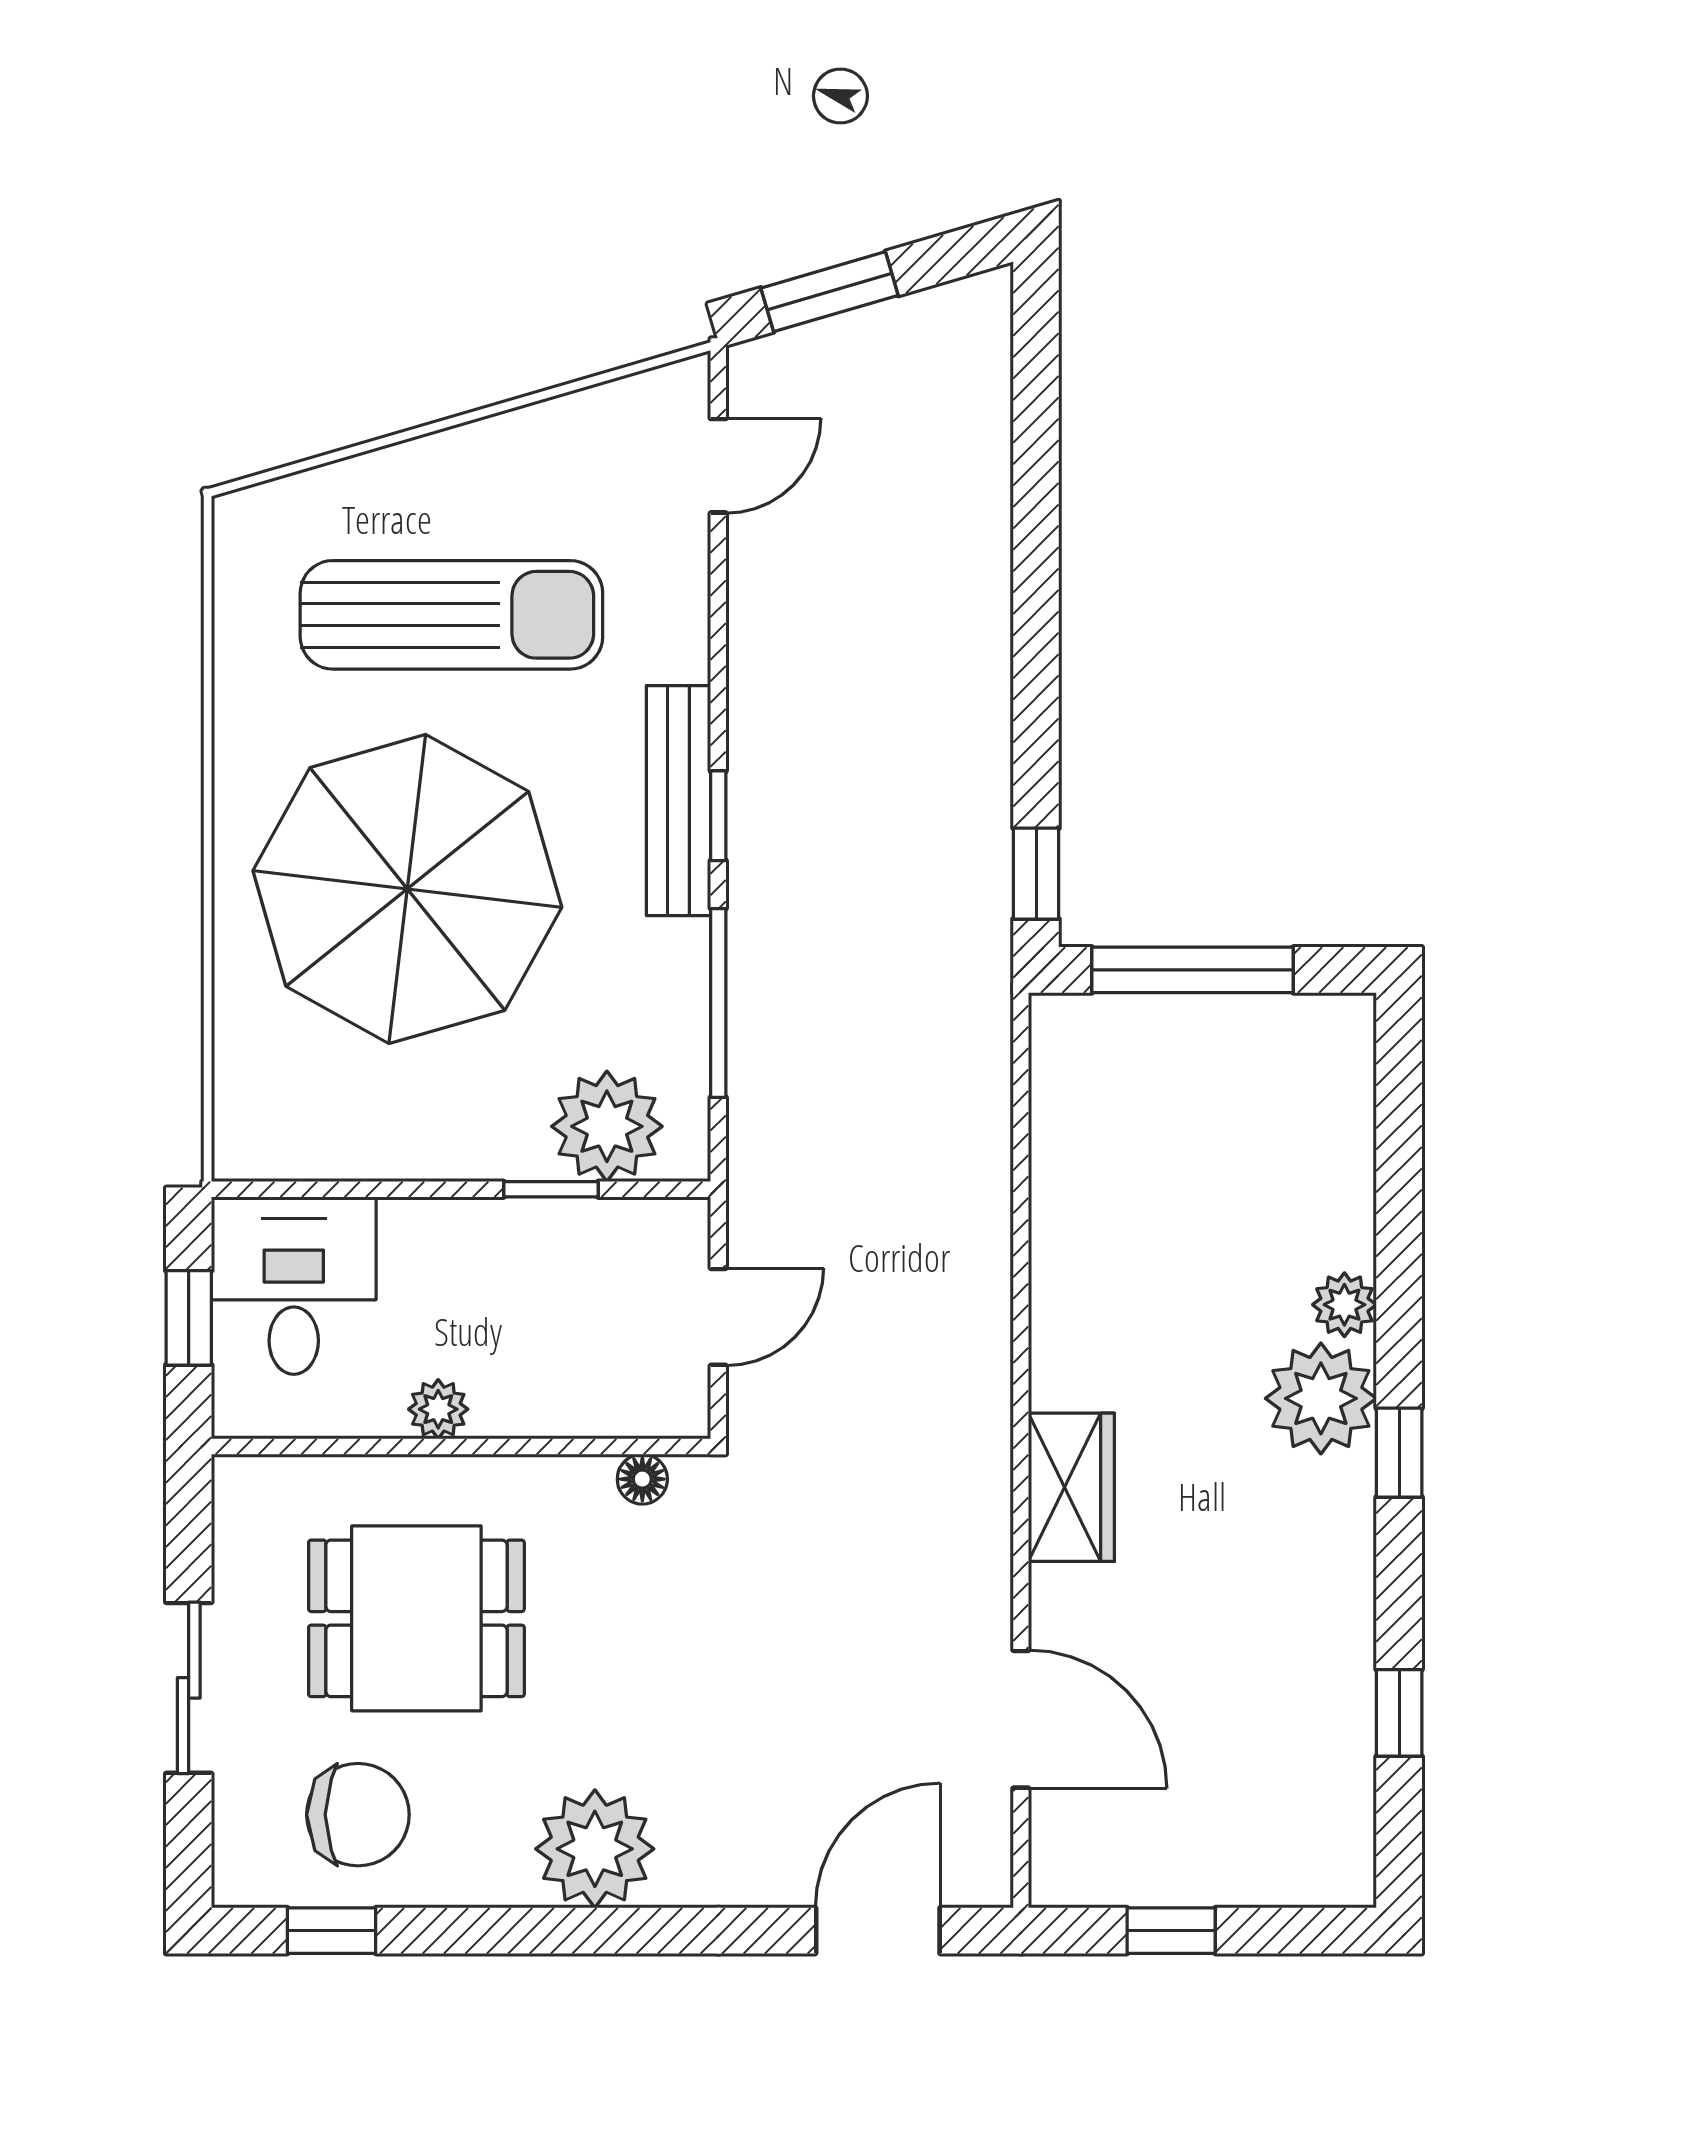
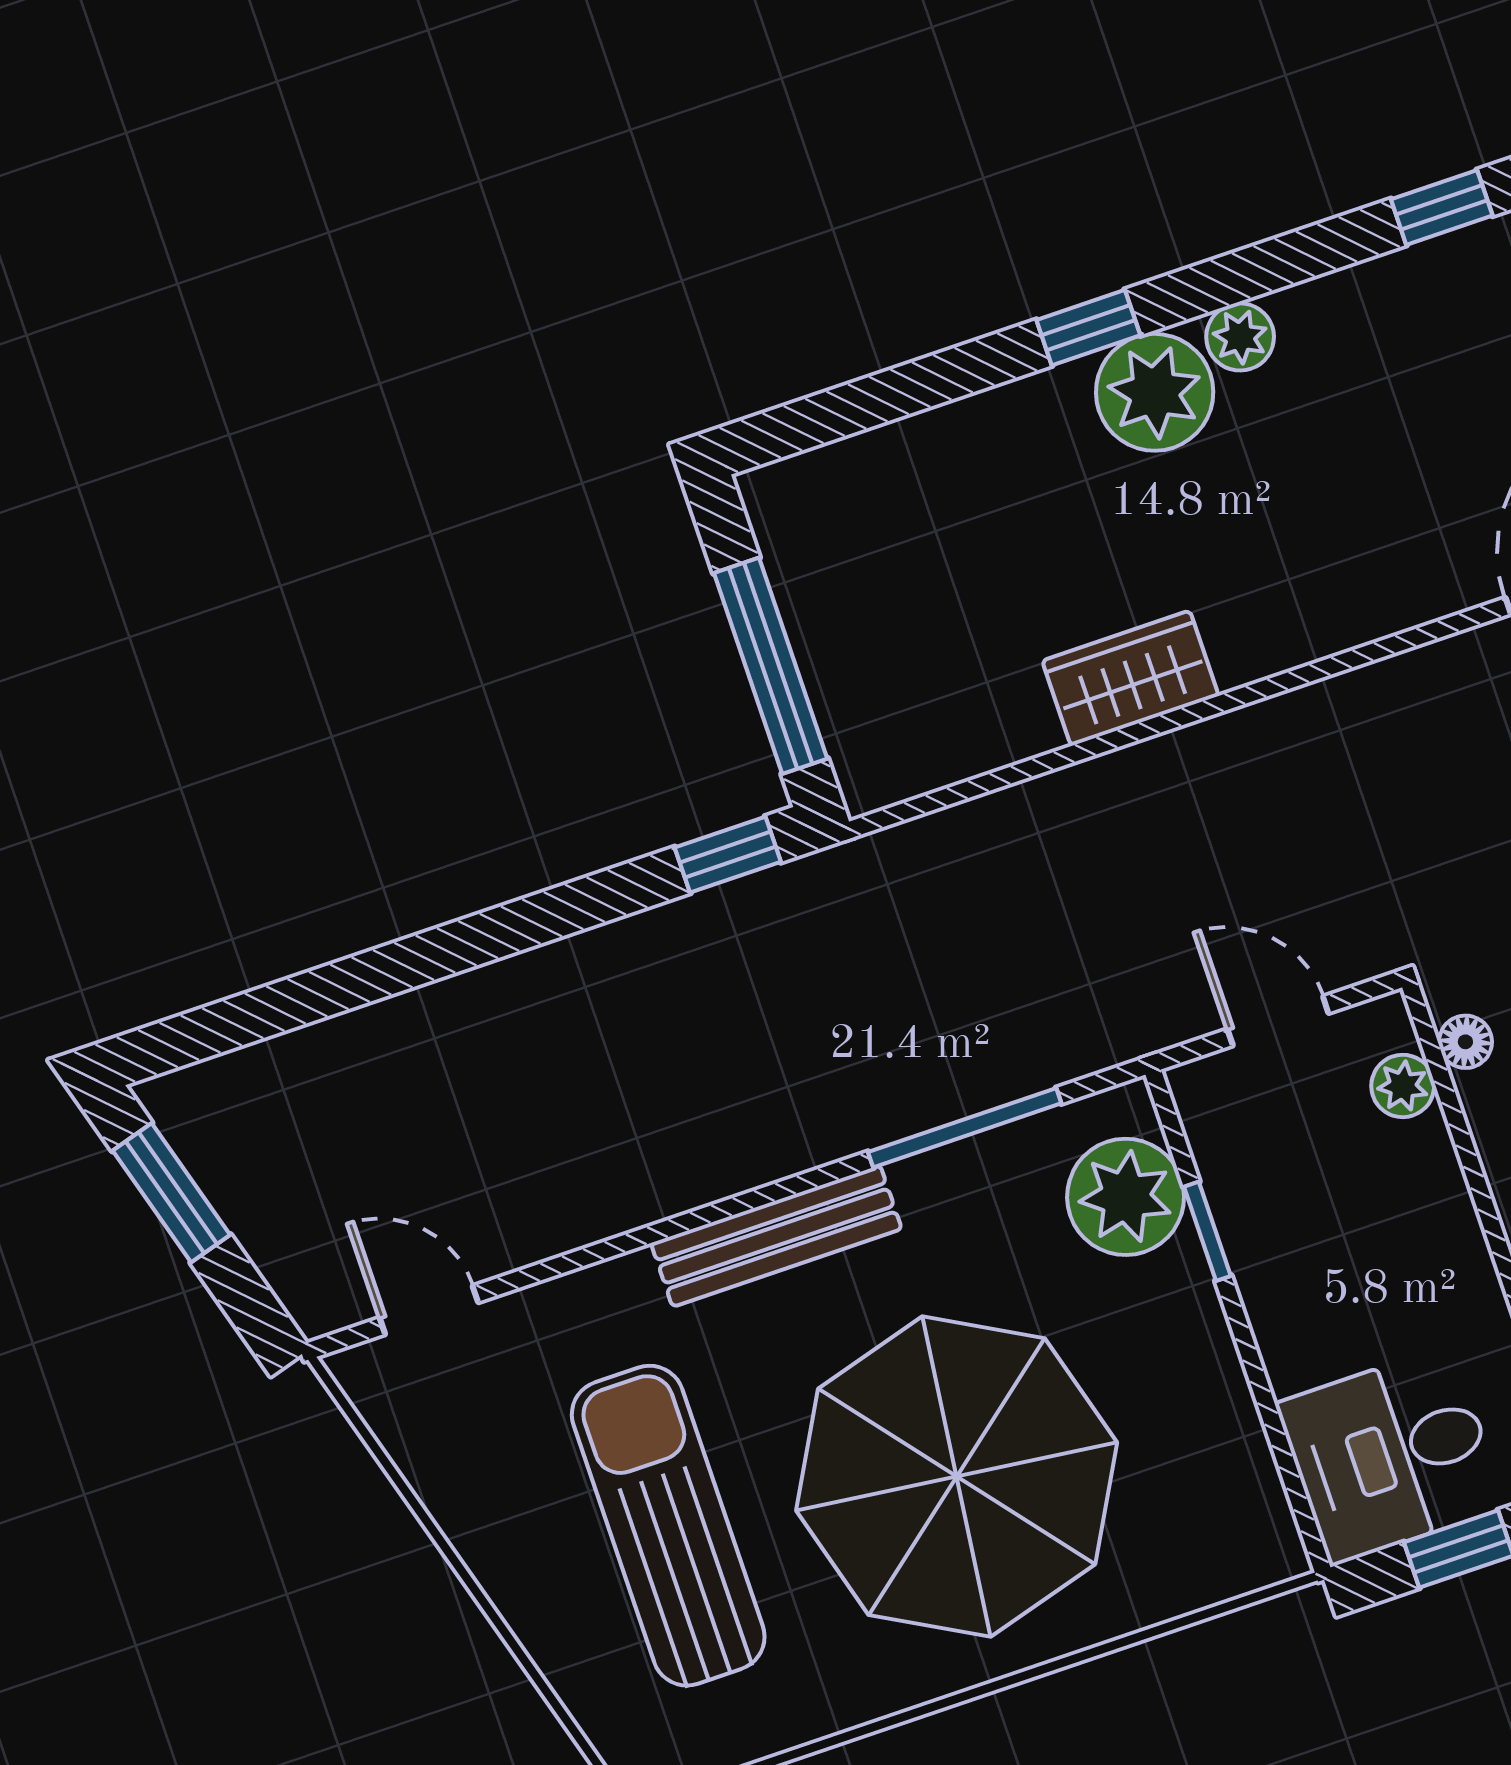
window: (829, 292) -> (171, 1193), moved
window: (718, 816) -> (778, 1191), removed
plant: (1344, 1305) -> (1240, 337), moved
plant: (438, 1409) -> (1403, 1086), moved
window: (1399, 1453) -> (1088, 328), moved
wardrobe: (1071, 1487) -> (1130, 678), moved

